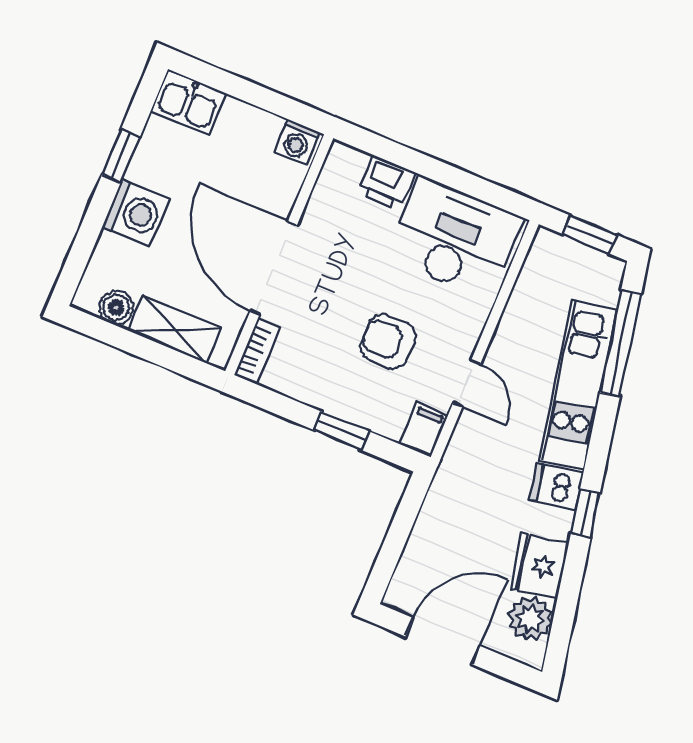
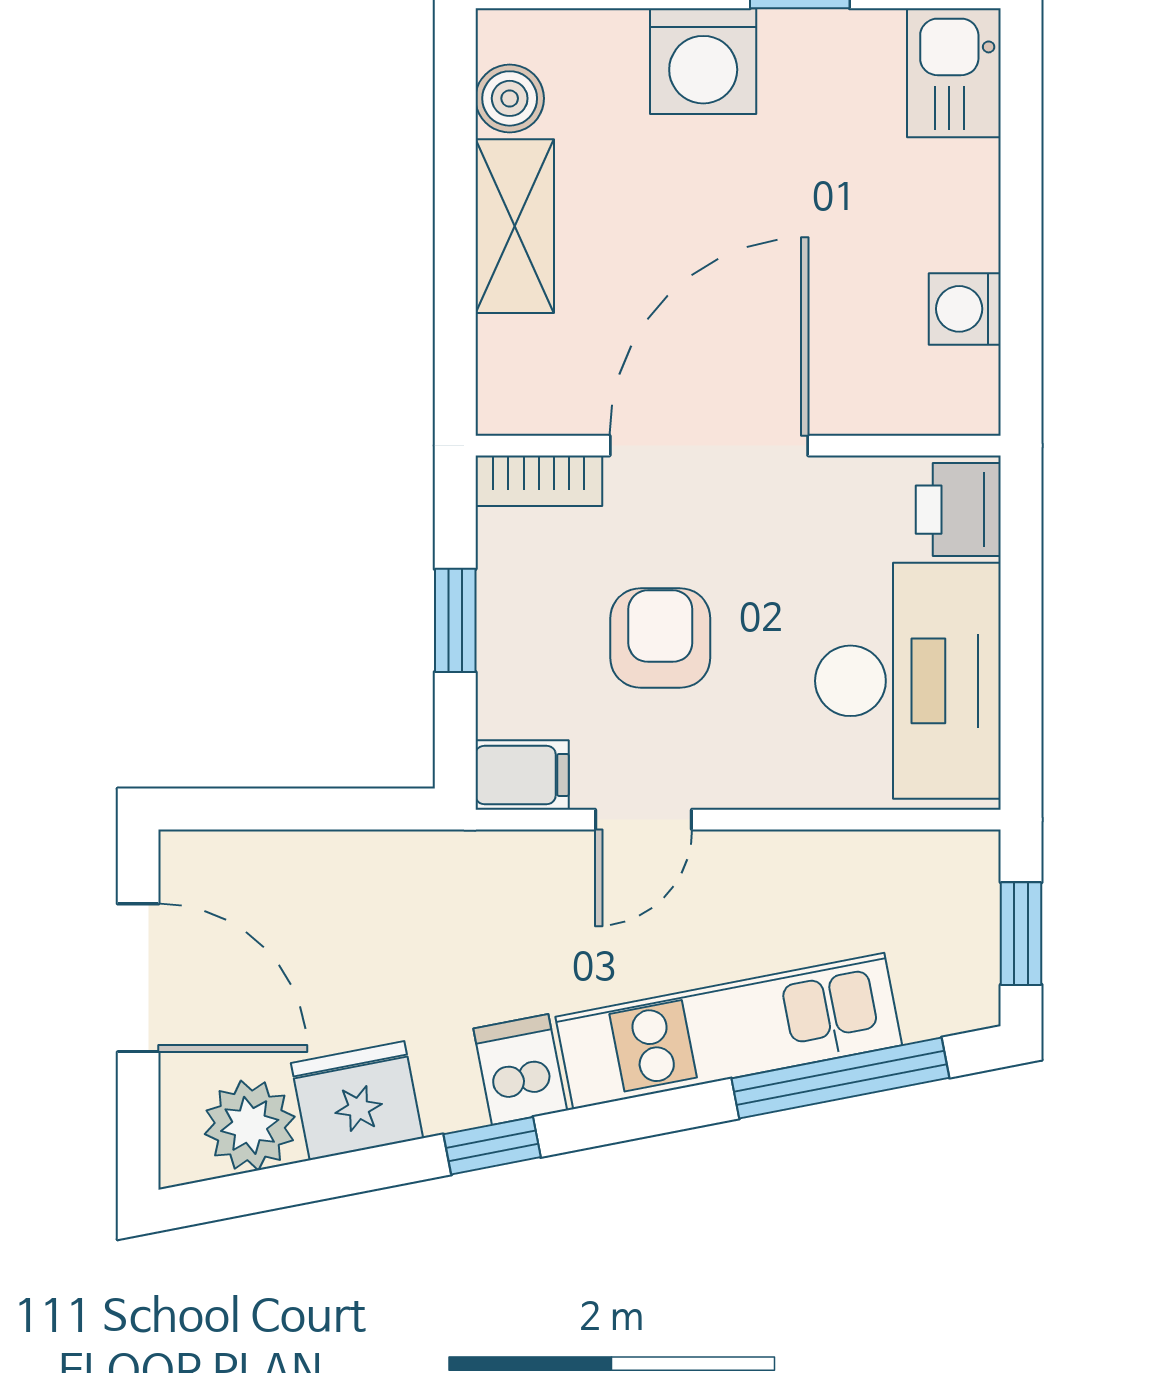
wall: (279, 255) -> (738, 446), moved
door: (274, 268) -> (709, 446), moved
bookcase: (257, 351) -> (539, 481), moved

